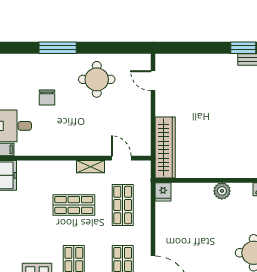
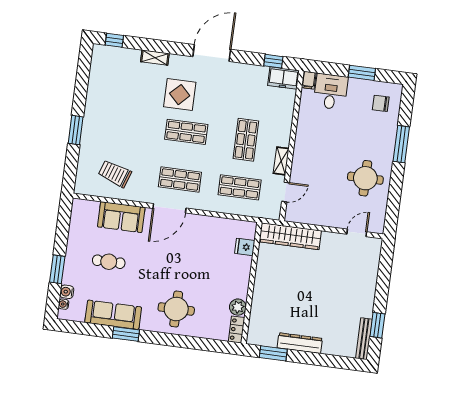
chair: (47, 97) -> (381, 103), moved
plant: (222, 191) -> (238, 307), moved
fridge: (163, 192) -> (245, 247), moved

